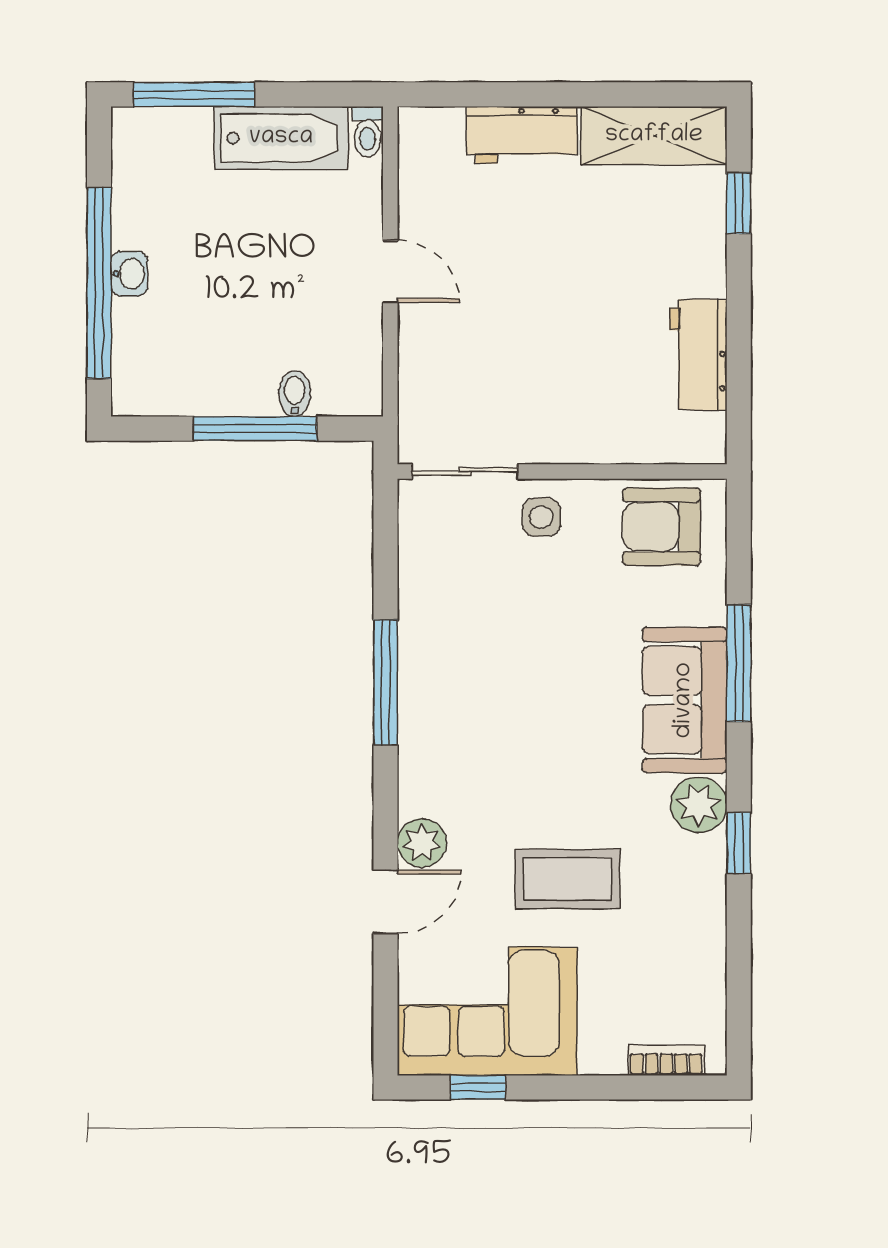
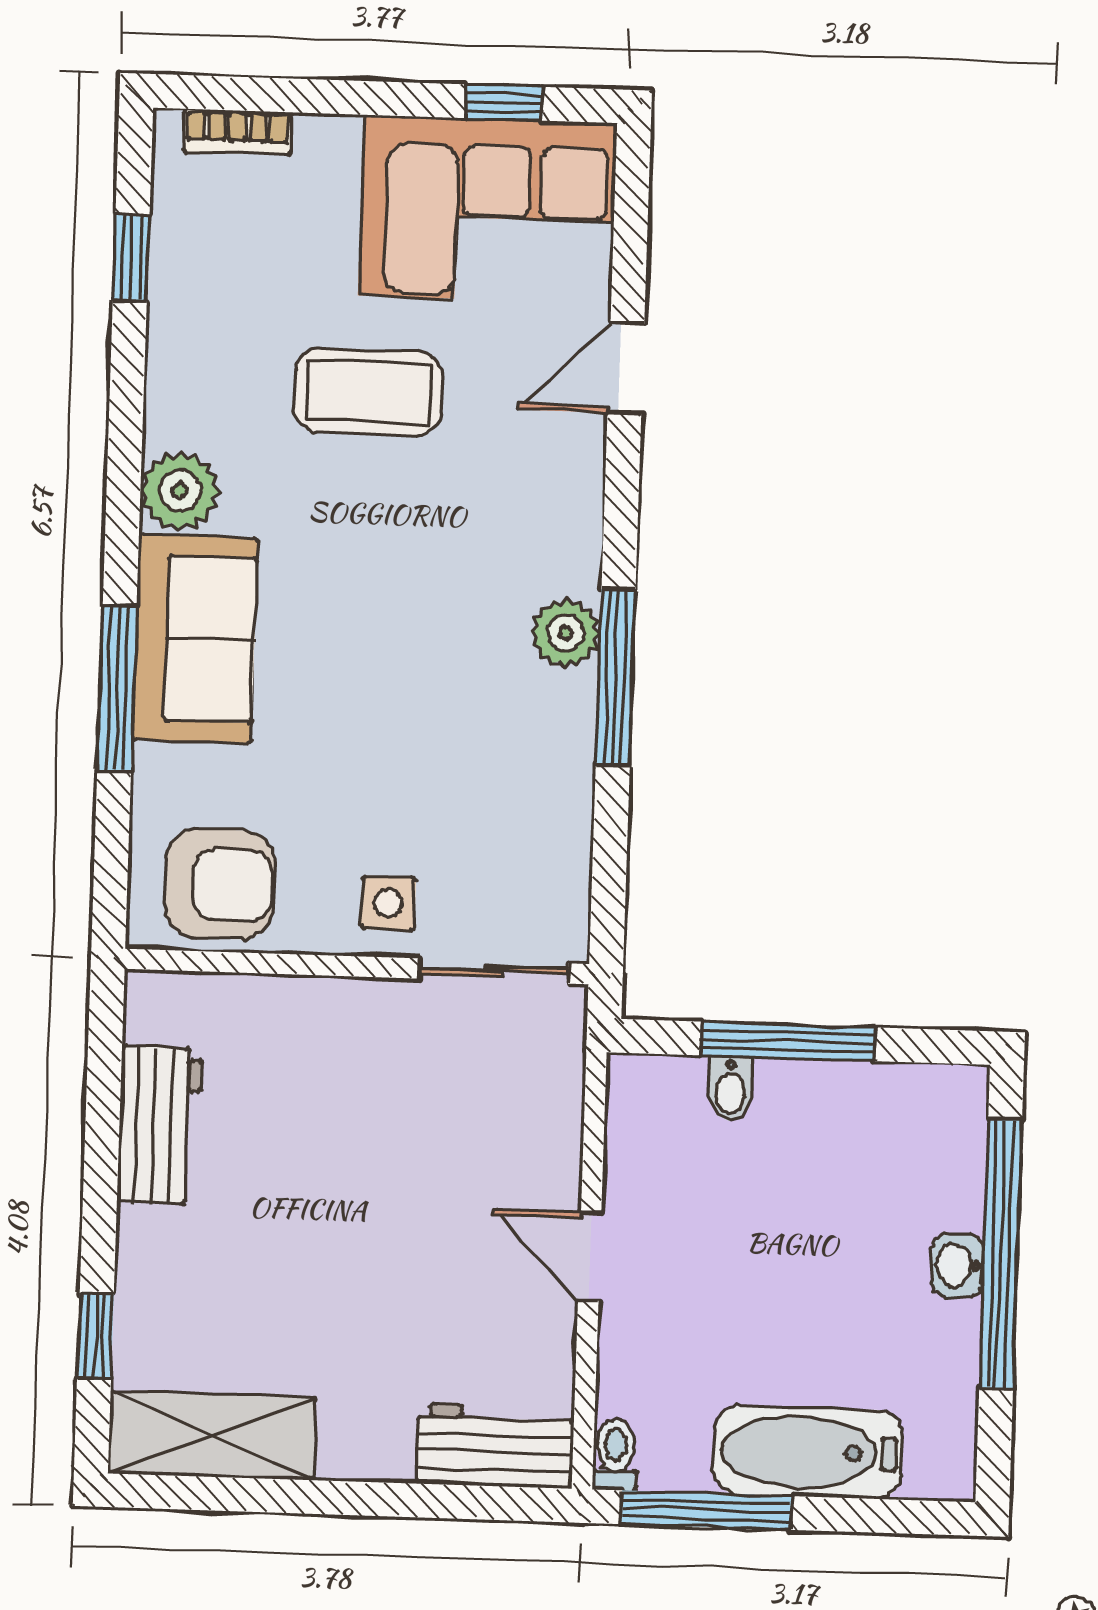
window: (194, 94) -> (706, 1510), moved
workbench: (522, 135) -> (495, 1446), moved
bathtub: (281, 138) -> (808, 1452), moved
plant: (422, 843) -> (566, 633), moved
window: (739, 843) -> (131, 258), moved

